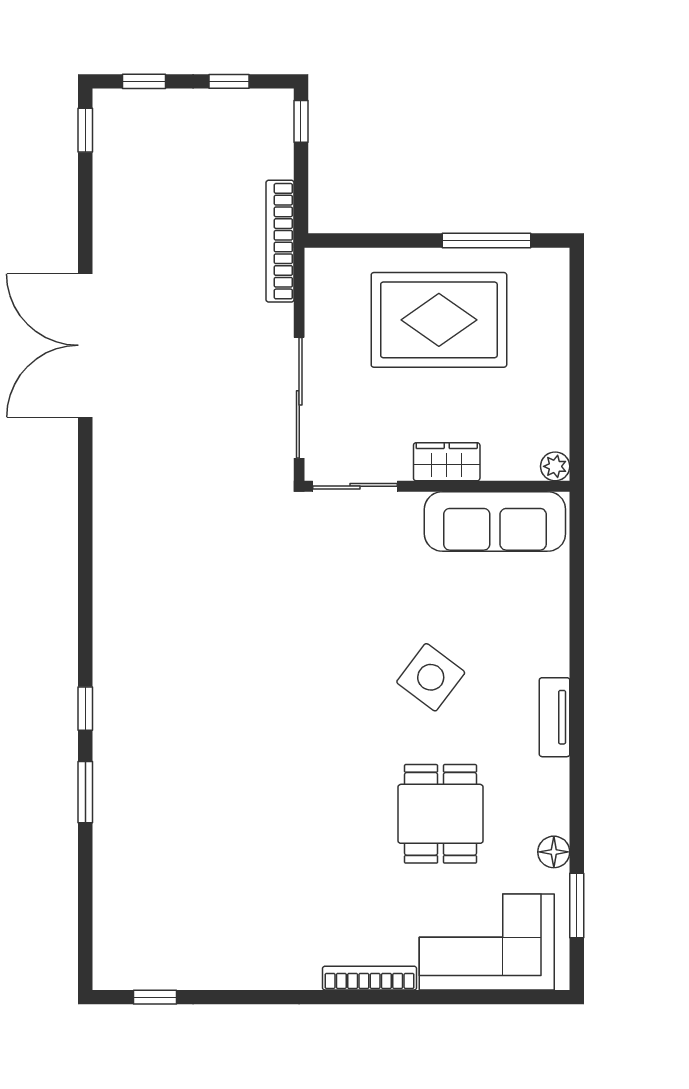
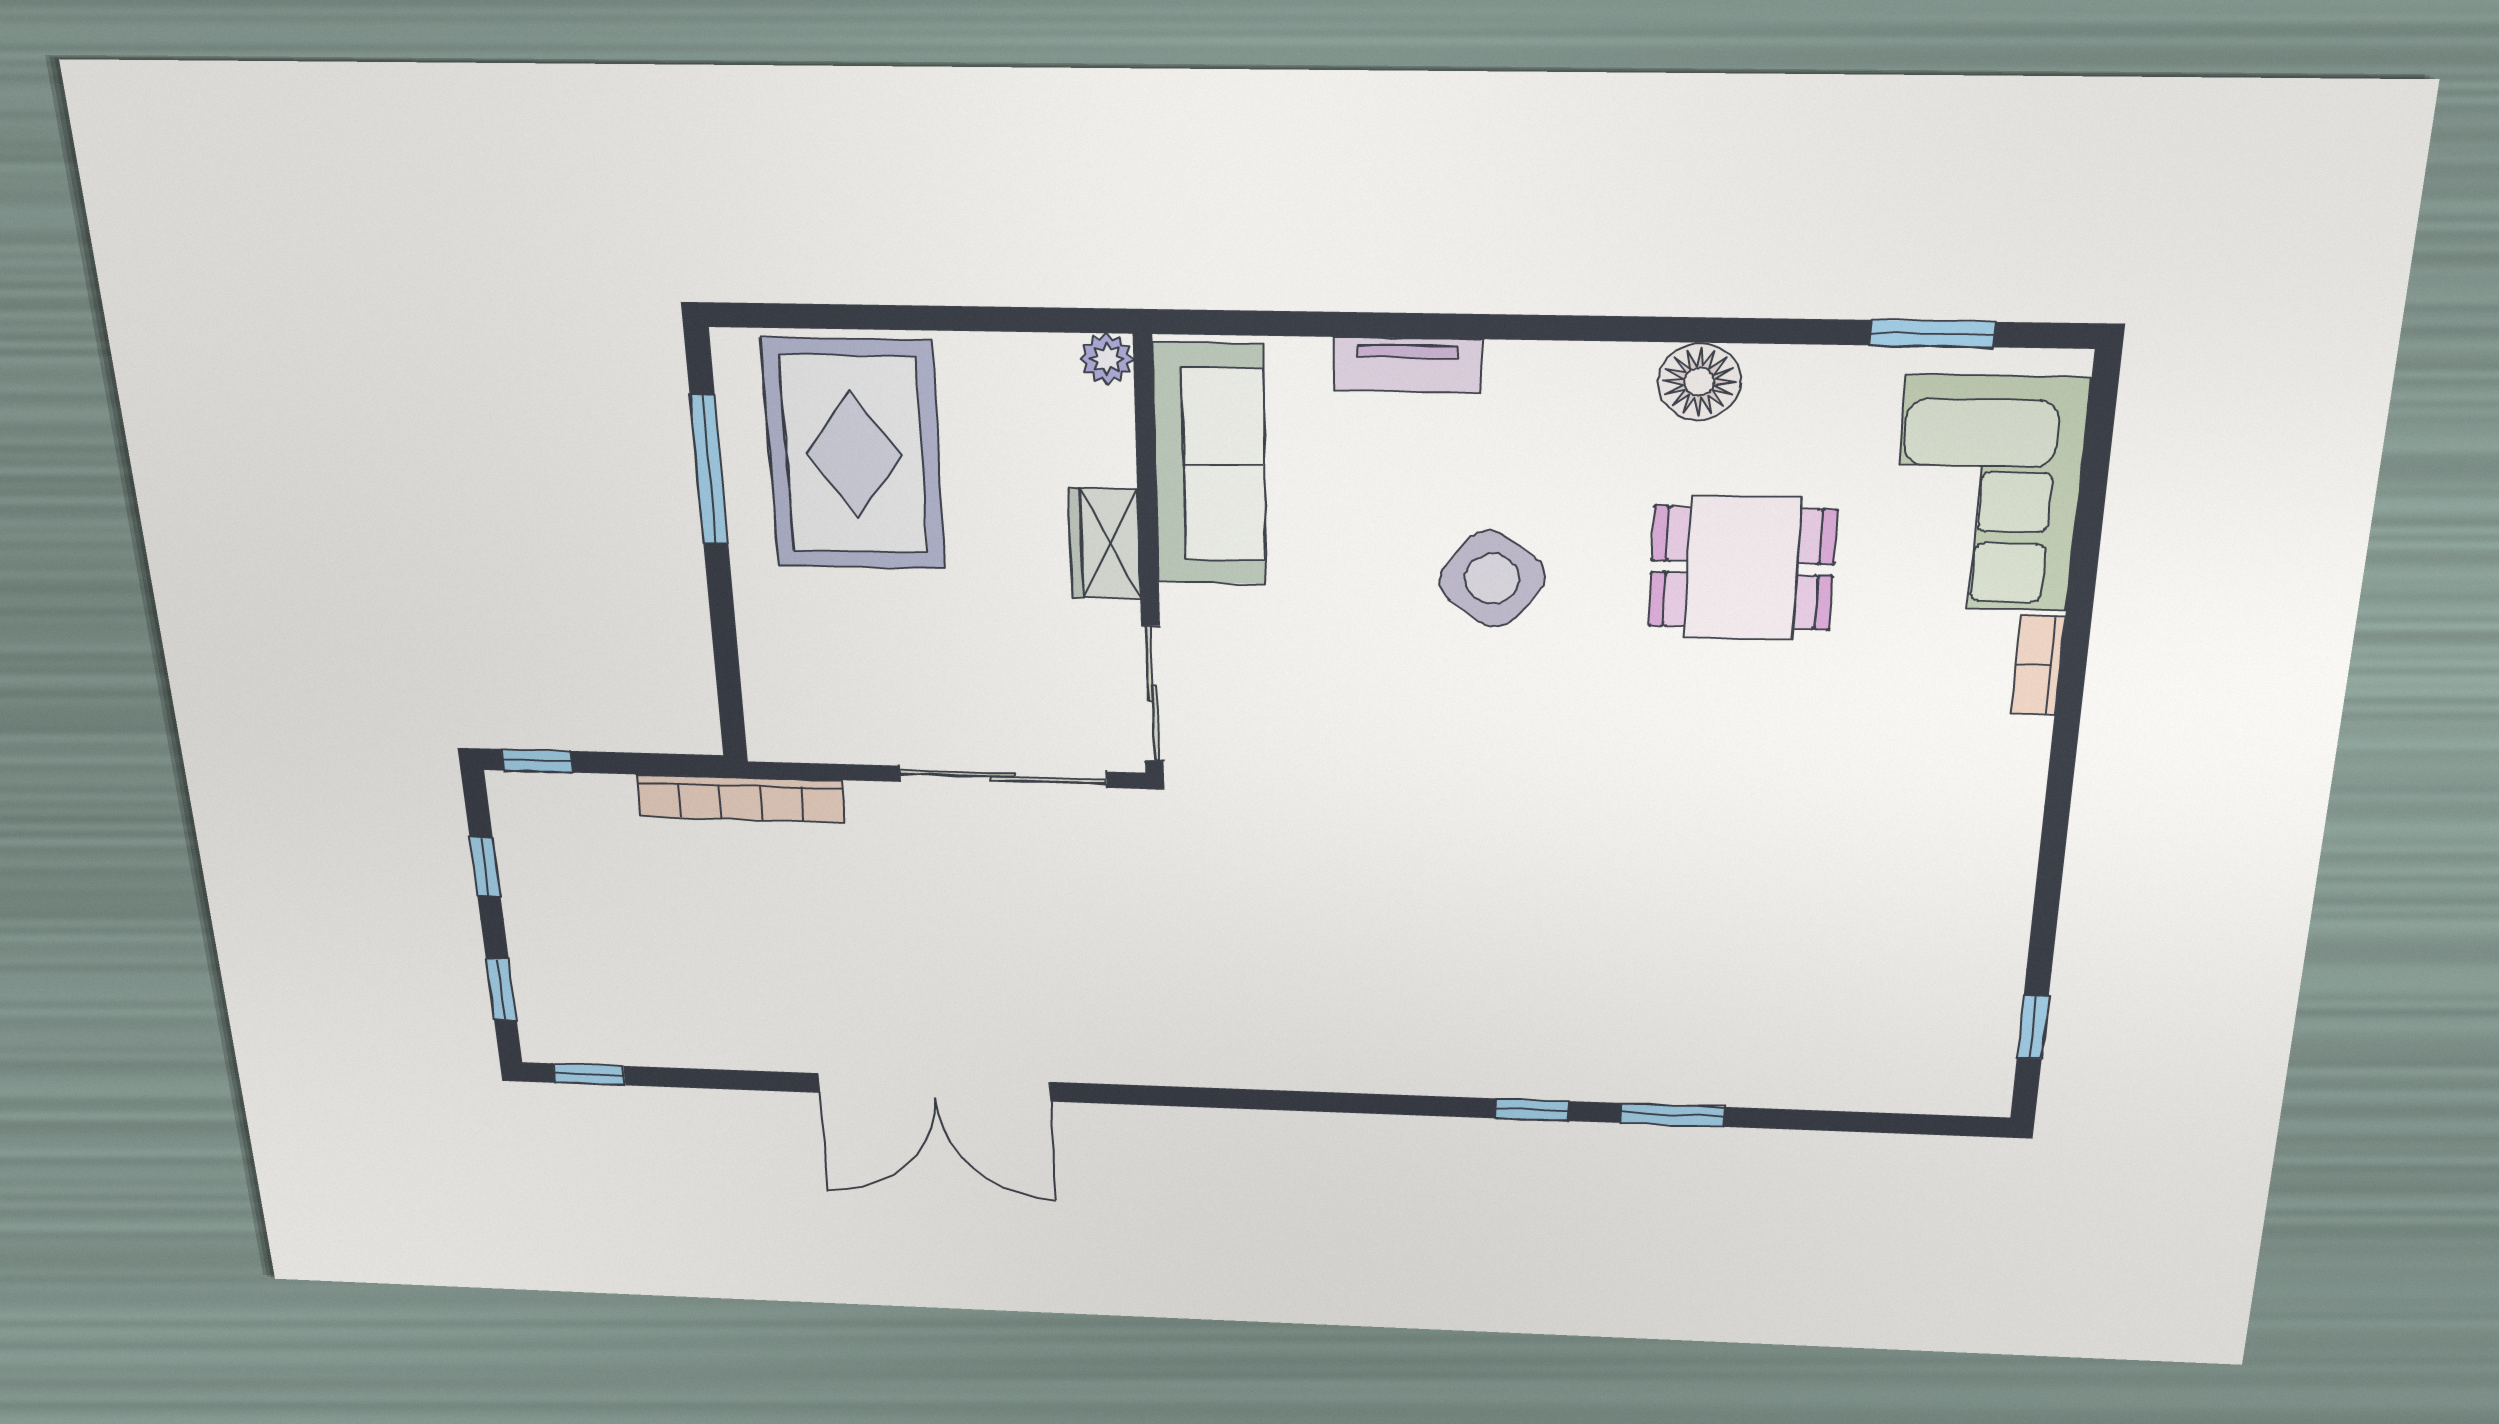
rug: (439, 320) -> (854, 455), moved
tv unit: (555, 717) -> (1407, 365), moved
floor lamp: (554, 852) -> (1699, 382), moved, width x1.38, depth x1.38
bookcase: (370, 978) -> (2038, 665), width x0.64

